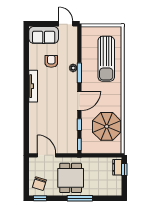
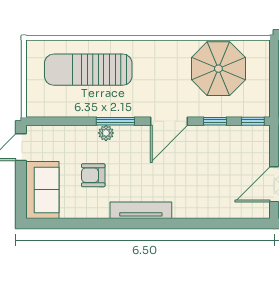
sun lounger: (106, 59) -> (88, 70), turned 180
door: (79, 101) -> (169, 121), swing flipped

